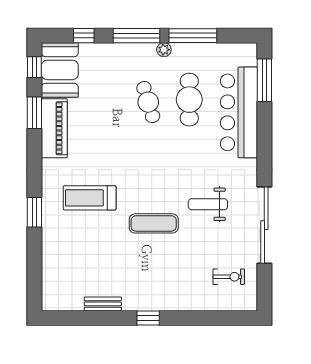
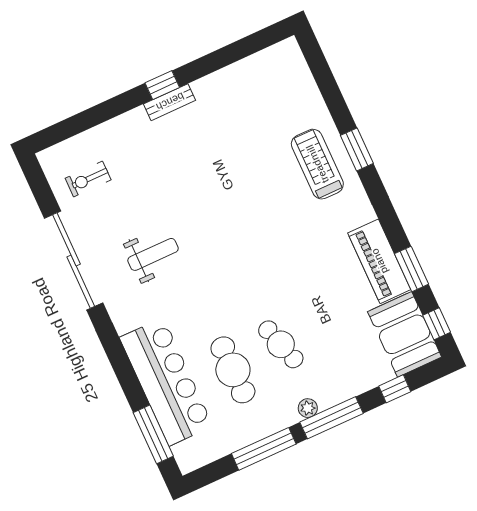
plant: (164, 50) -> (308, 408), moved
treadmill: (90, 198) -> (317, 164), moved, turned -90
exercise mat: (154, 223) -> (208, 202), removed
bench: (103, 304) -> (170, 102), moved

